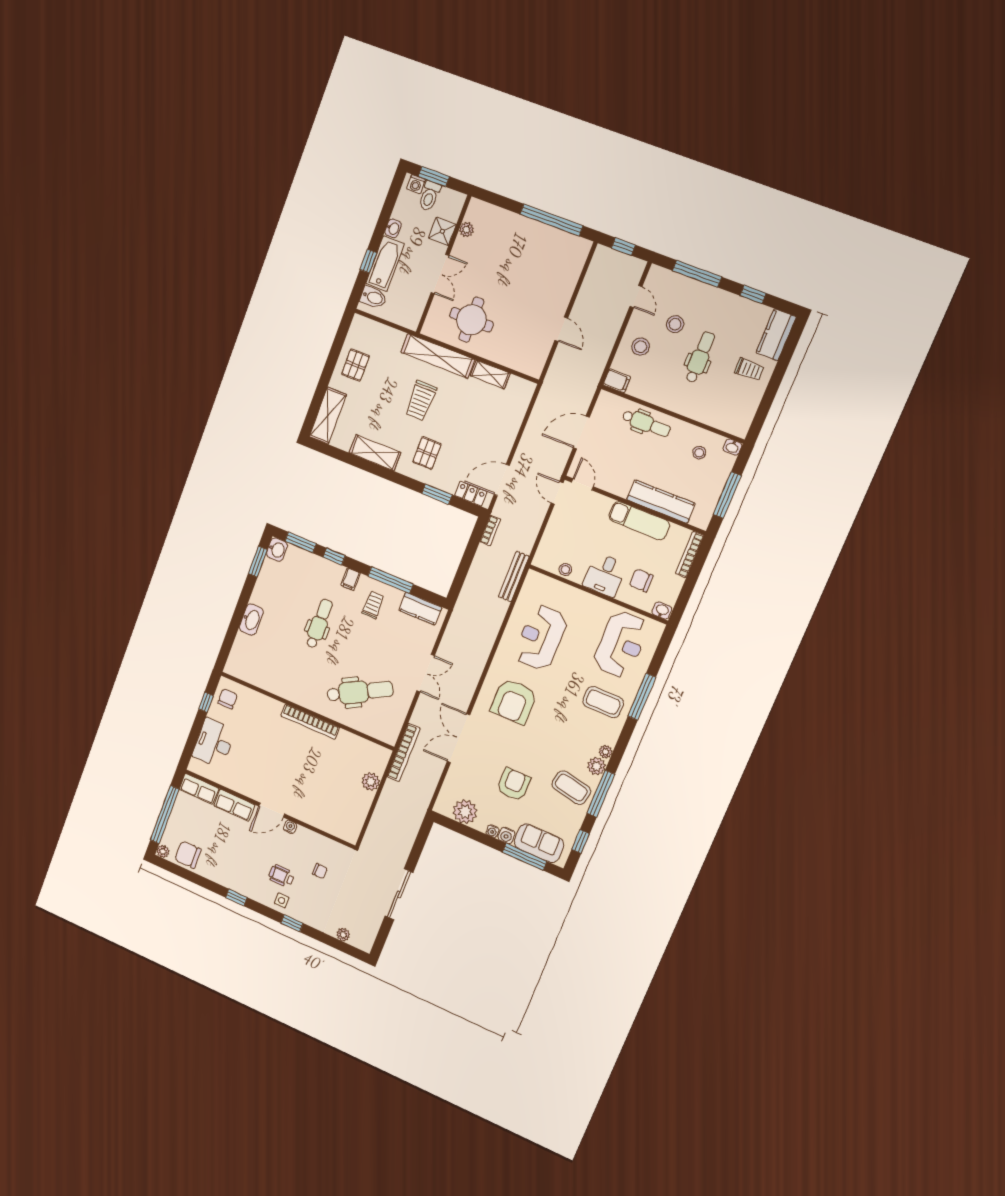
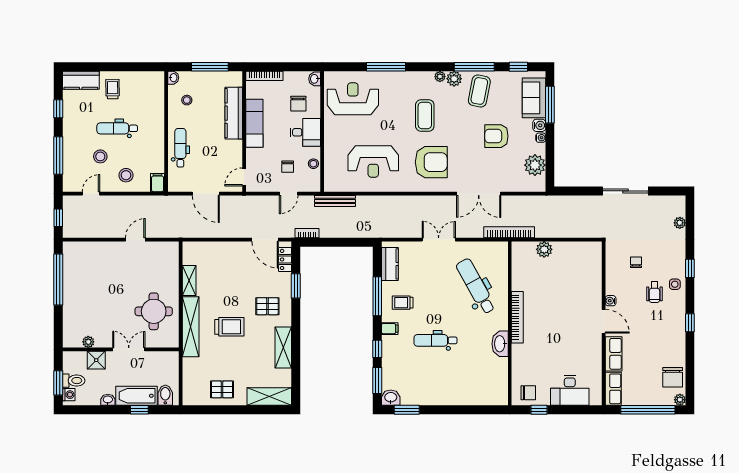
door: (557, 493) -> (289, 194), moved
chair: (574, 539) -> (288, 167), added
washbasin: (251, 620) -> (500, 344), moved, turned -90
chair: (228, 699) -> (528, 393), turned 180
coffee table: (603, 702) -> (425, 115), moved

